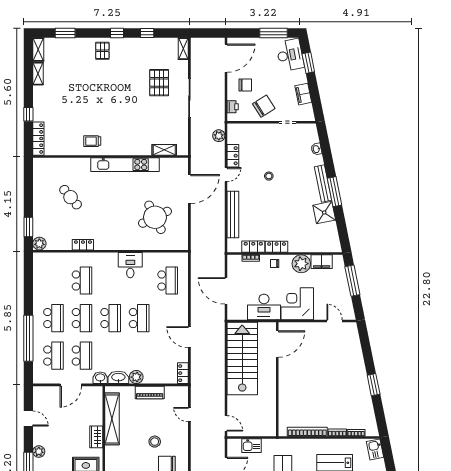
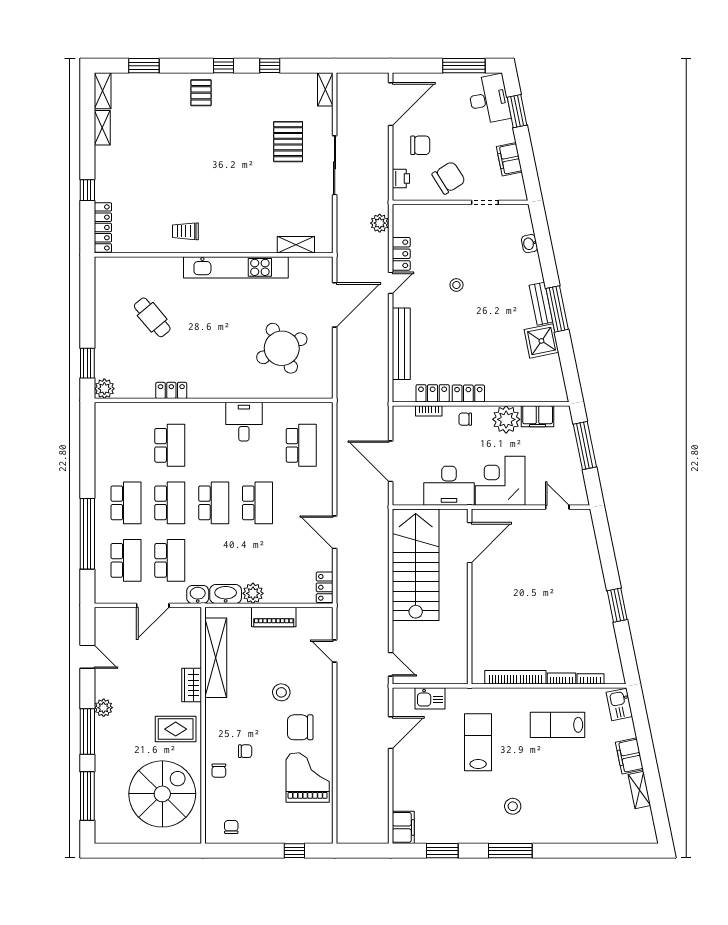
bench: (323, 184) -> (541, 304), width x0.73

